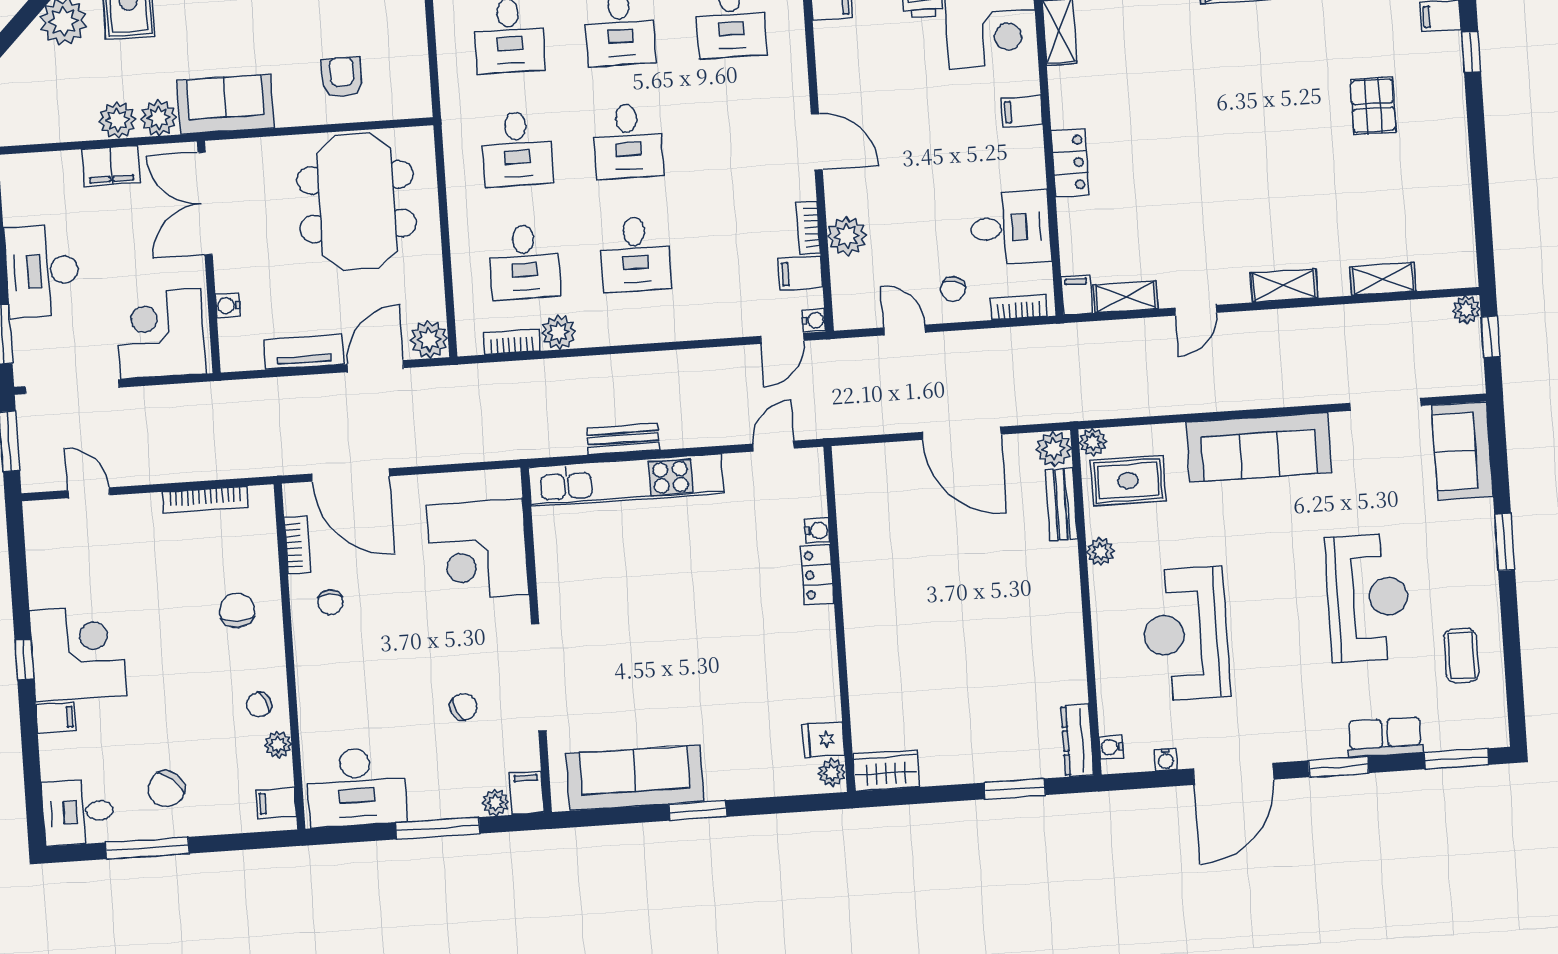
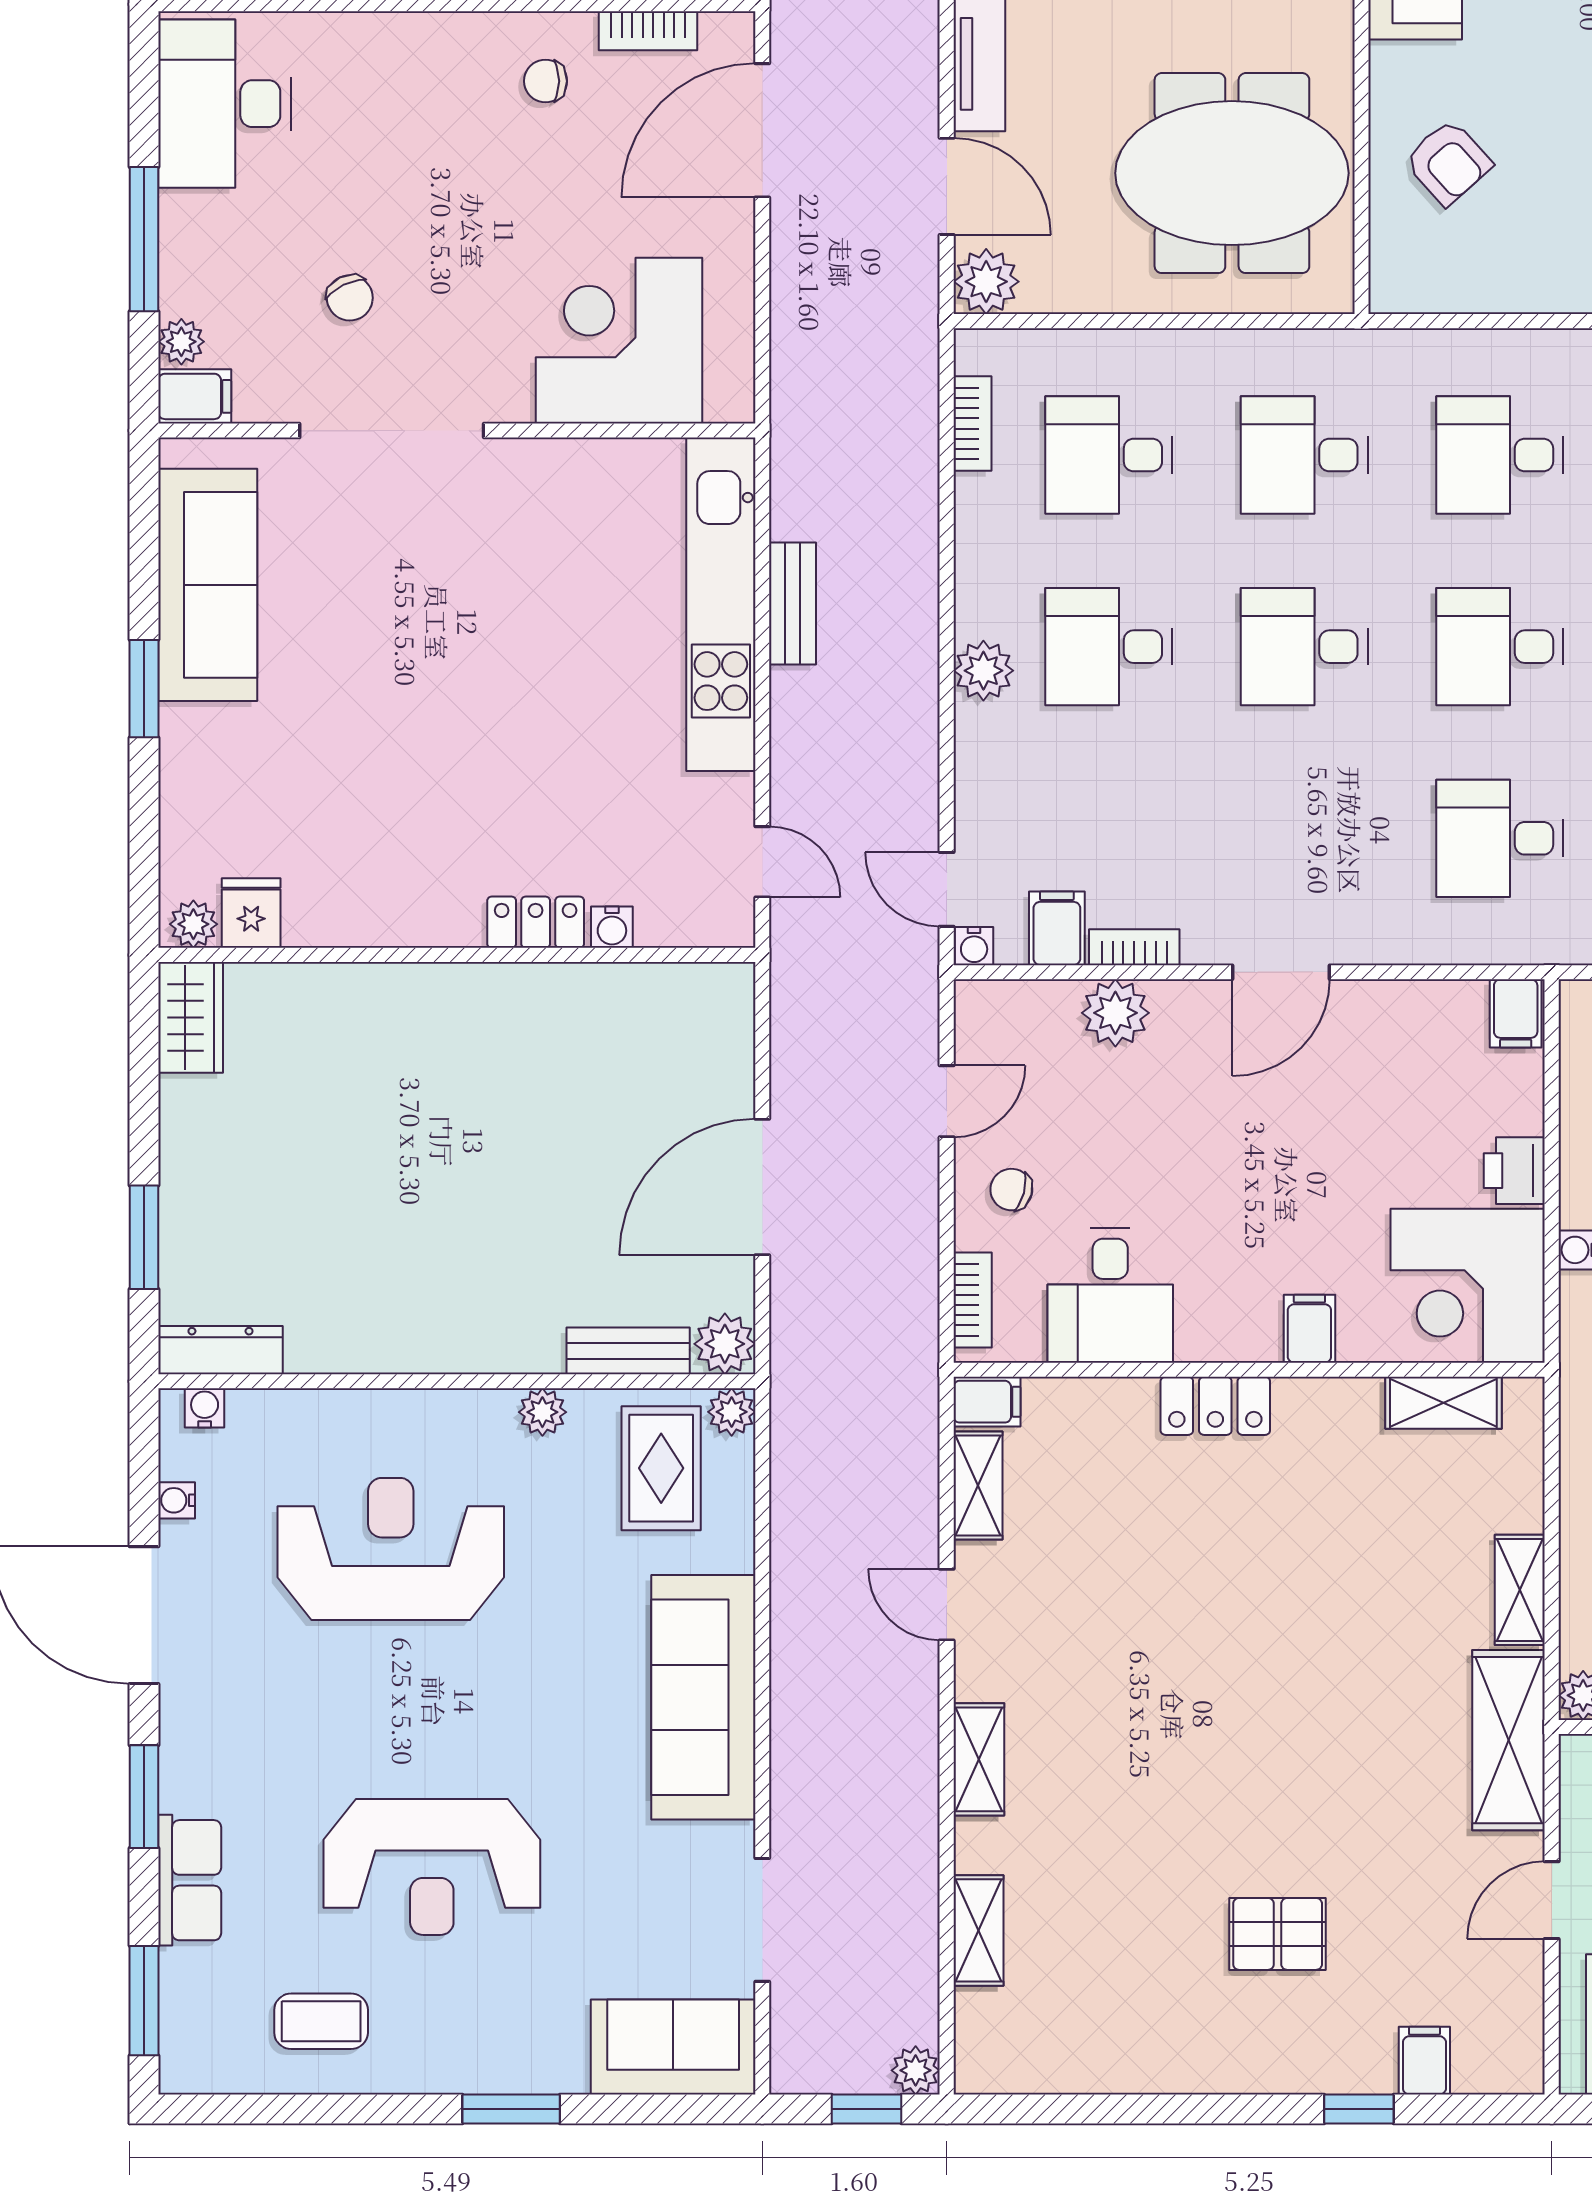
armchair: (342, 77) -> (1448, 162), turned 48
plant: (559, 332) -> (983, 671), moved

